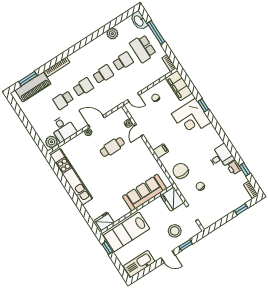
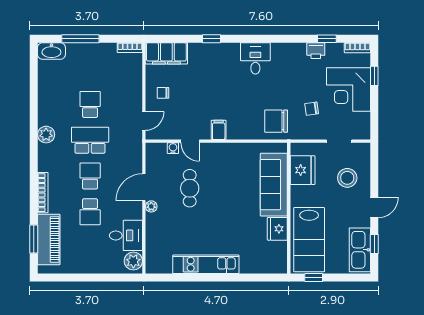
plant: (112, 34) -> (46, 135), moved
school desk: (143, 49) -> (90, 69), removed
school desk: (103, 74) -> (90, 140), width x1.85
corner desk: (191, 118) -> (349, 90), moved, turned 90
filing cabinet: (161, 151) -> (219, 130), moved
desk: (221, 157) -> (255, 58), moved
kitchen unit: (71, 177) -> (206, 264), width x0.73
fridge: (172, 199) -> (303, 170), moved, turned -90
fridge: (104, 221) -> (277, 229), moved
window: (186, 245) -> (374, 244), moved

